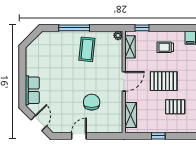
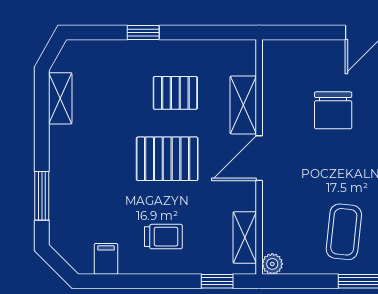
pallet: (175, 107) -> (175, 93), moved
shelving: (131, 115) -> (243, 105), moved
window: (158, 136) -> (143, 33), moved

